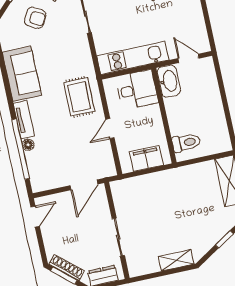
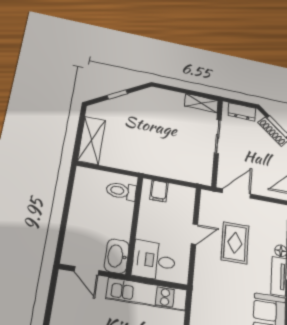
rug: (79, 97) -> (235, 243), moved
filing cabinet: (146, 158) -> (159, 191), width x0.50
shelving: (176, 260) -> (201, 103), moved

